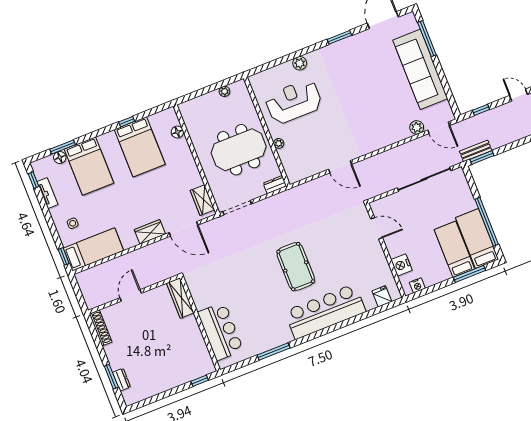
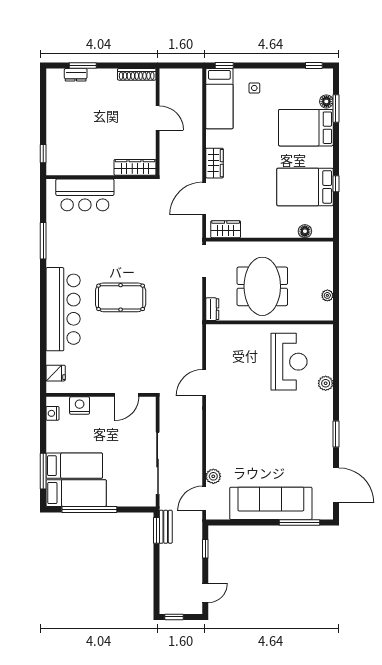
plant: (279, 143) -> (253, 330), removed
tv unit: (47, 193) -> (295, 75), removed

